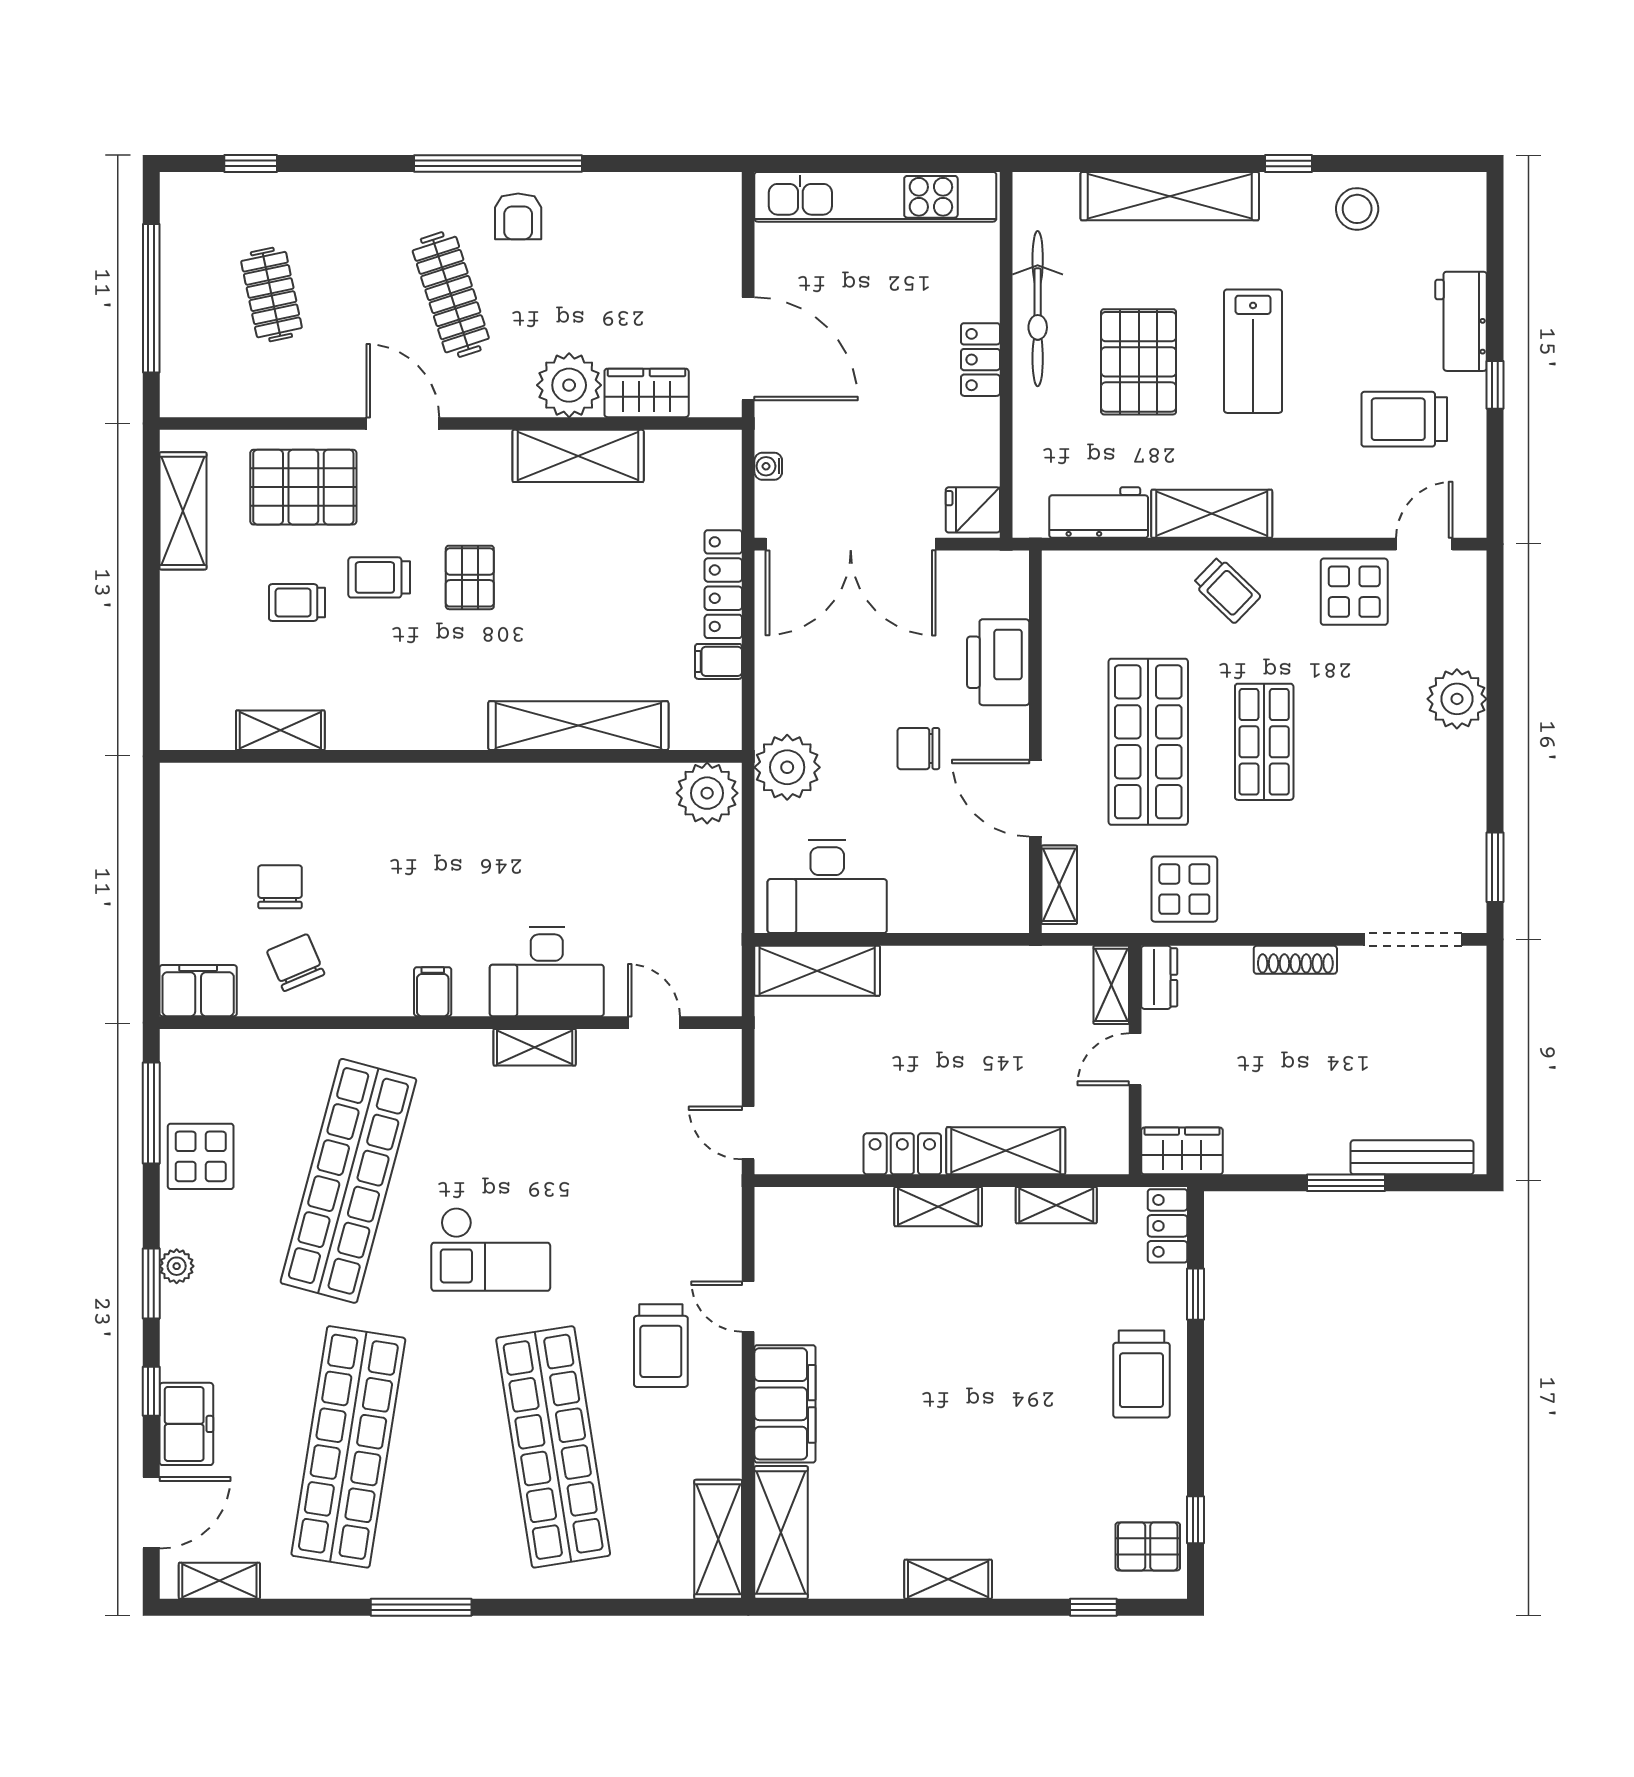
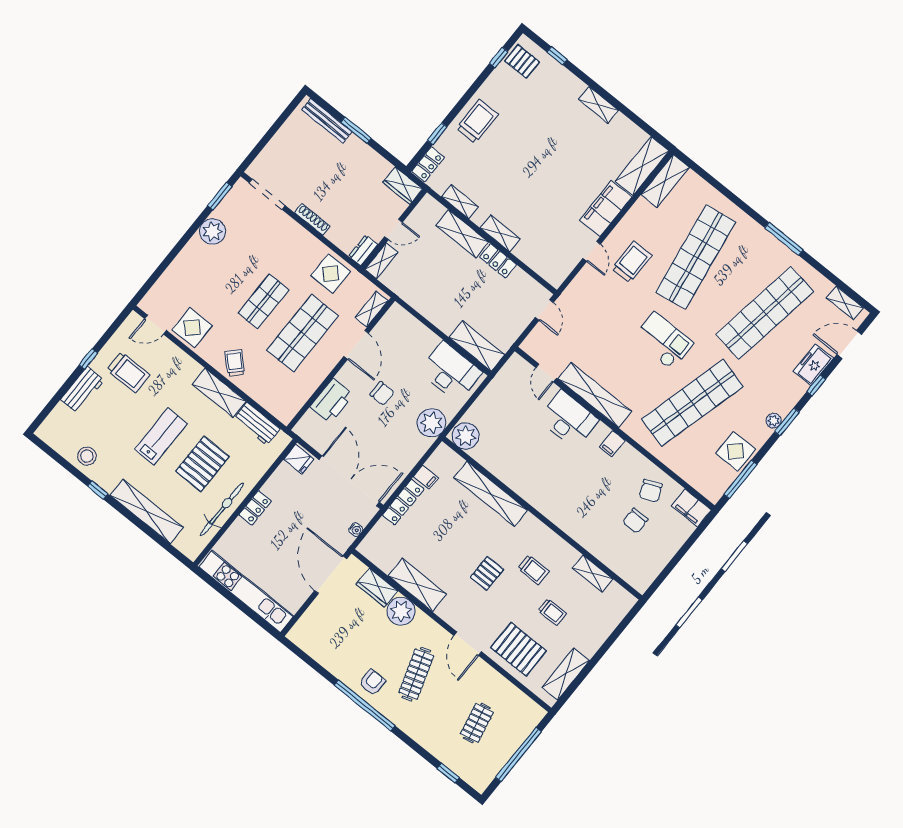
trolley: (379, 577) -> (533, 570), moved
plant: (1457, 699) -> (212, 231), moved
shelving: (535, 1047) -> (595, 395), width x2.20, depth x1.33

